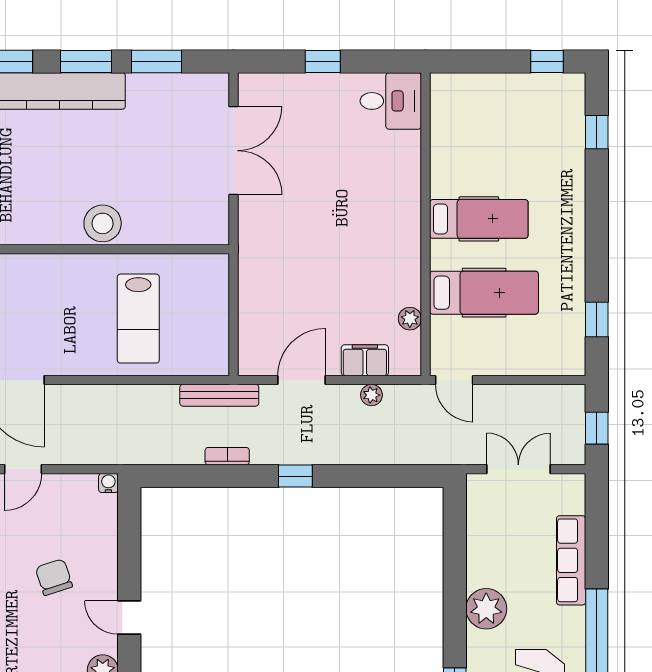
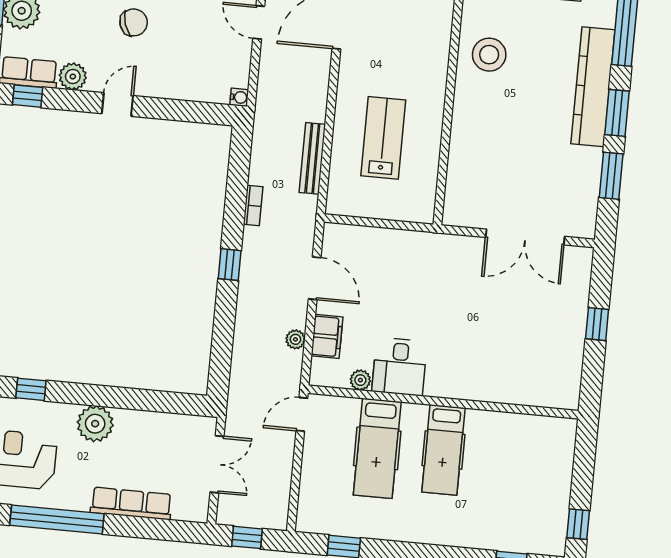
desk: (391, 101) -> (400, 367), moved
stool: (103, 223) -> (489, 55), moved
lab bench: (138, 319) -> (383, 138), turned 90
bench: (219, 395) -> (312, 158), moved
chair: (54, 577) -> (134, 22), moved

